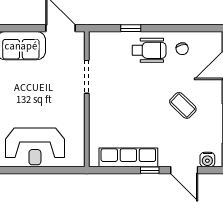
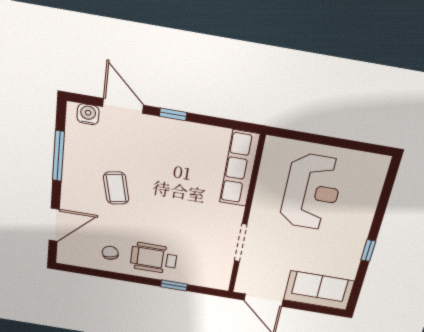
coffee table: (183, 105) -> (116, 188), turned 33
reception desk: (35, 146) -> (312, 192), moved, turned 90
row of seats: (128, 157) -> (240, 169), moved, turned 90

